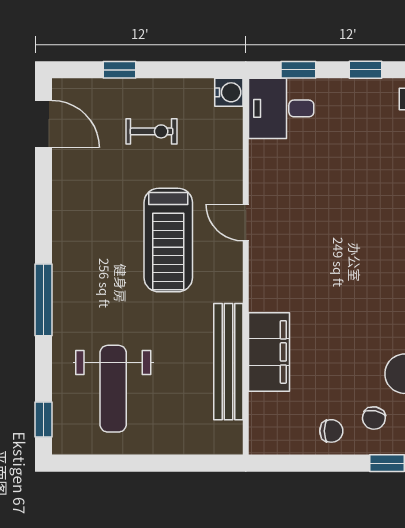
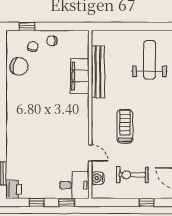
water cooler: (229, 92) -> (98, 178), moved
exercise bike: (152, 131) -> (132, 175), width x1.38, depth x1.39
door: (246, 223) -> (90, 153), moved
treadmill: (168, 240) -> (125, 126), width x0.73, depth x0.73

